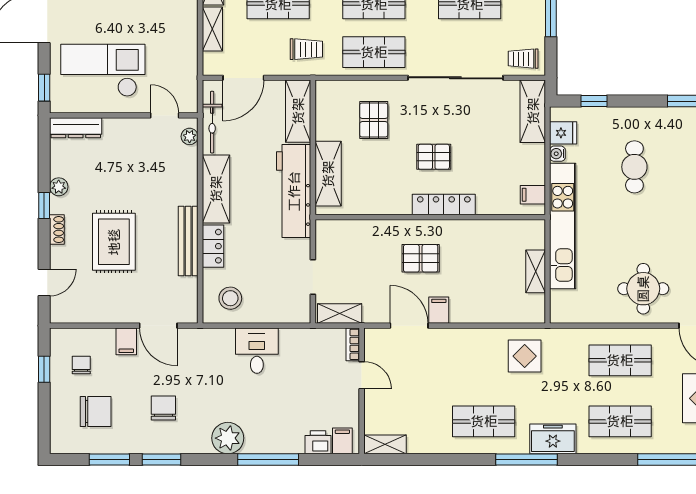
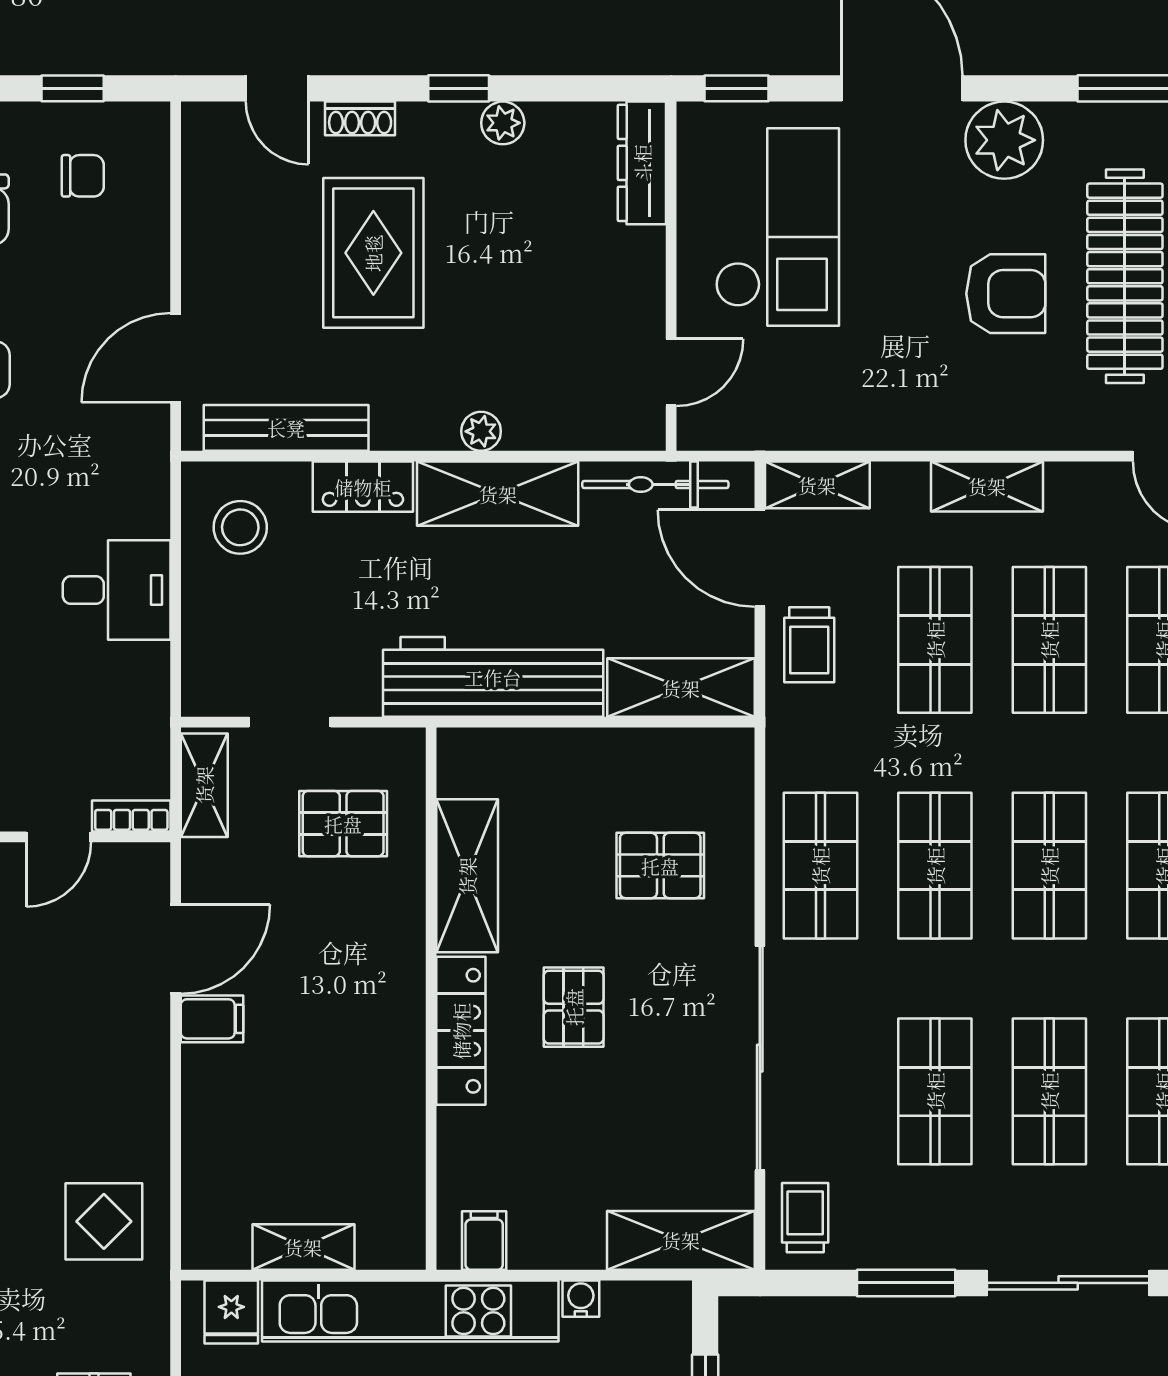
shelving: (212, 29) -> (817, 485), moved
trolley: (306, 49) -> (809, 645), moved
fridge: (563, 133) -> (231, 1312), moved
plant: (190, 136) -> (481, 431), moved
shelving: (328, 174) -> (467, 876), moved, turned 90
shoe rack: (57, 230) -> (360, 118), moved
bench: (188, 241) -> (286, 428), moved
rug: (114, 242) -> (373, 253), turned 90
pallet: (421, 258) -> (343, 824), moved, turned 90
filing cabinet: (126, 341) -> (139, 282), removed

